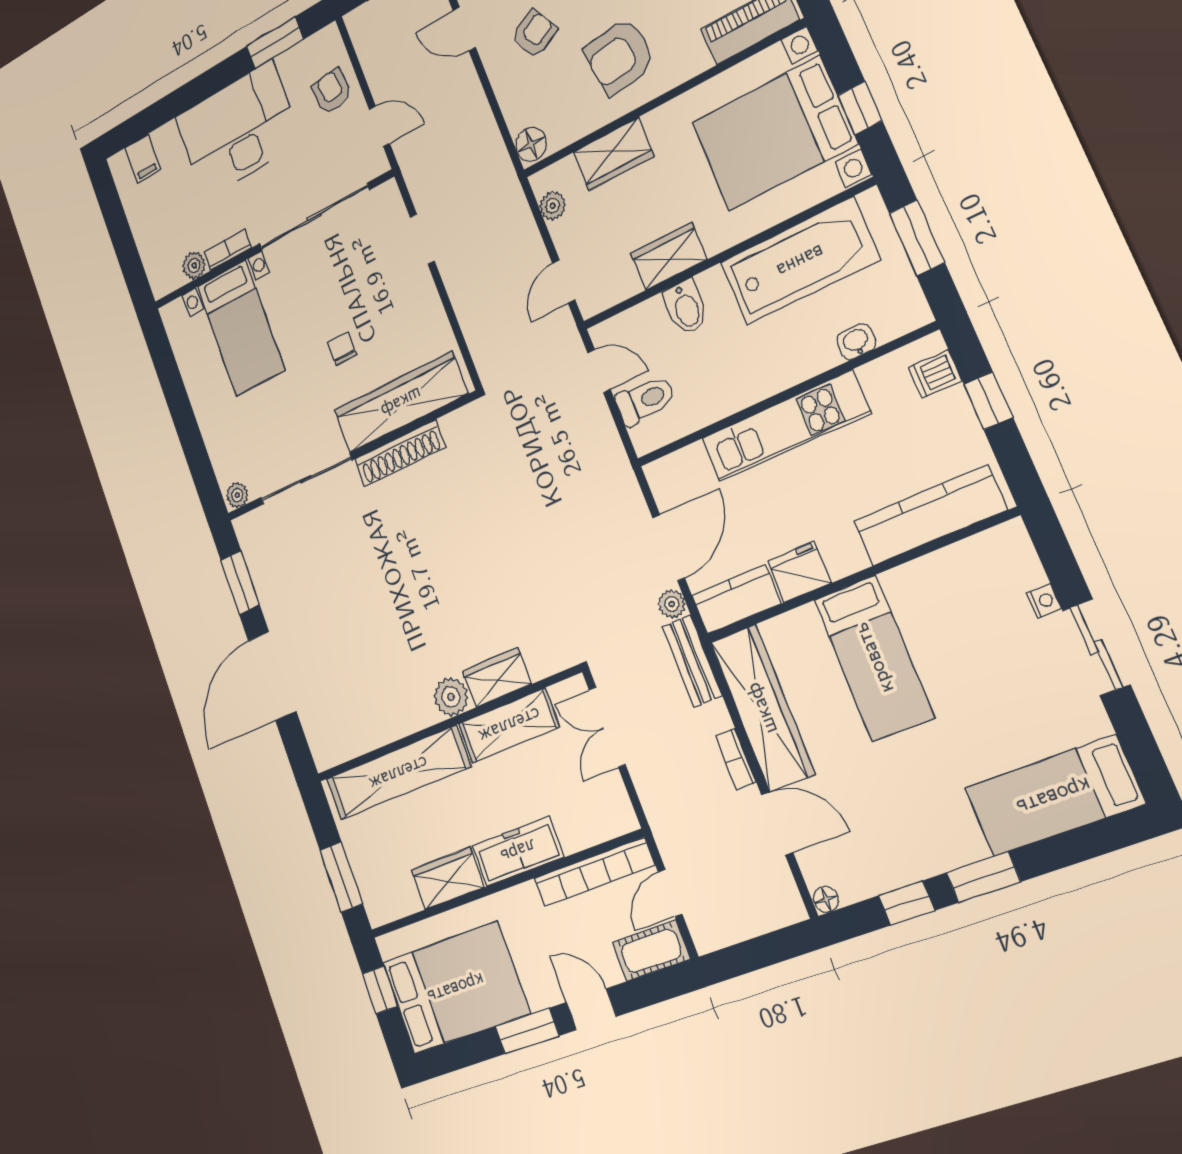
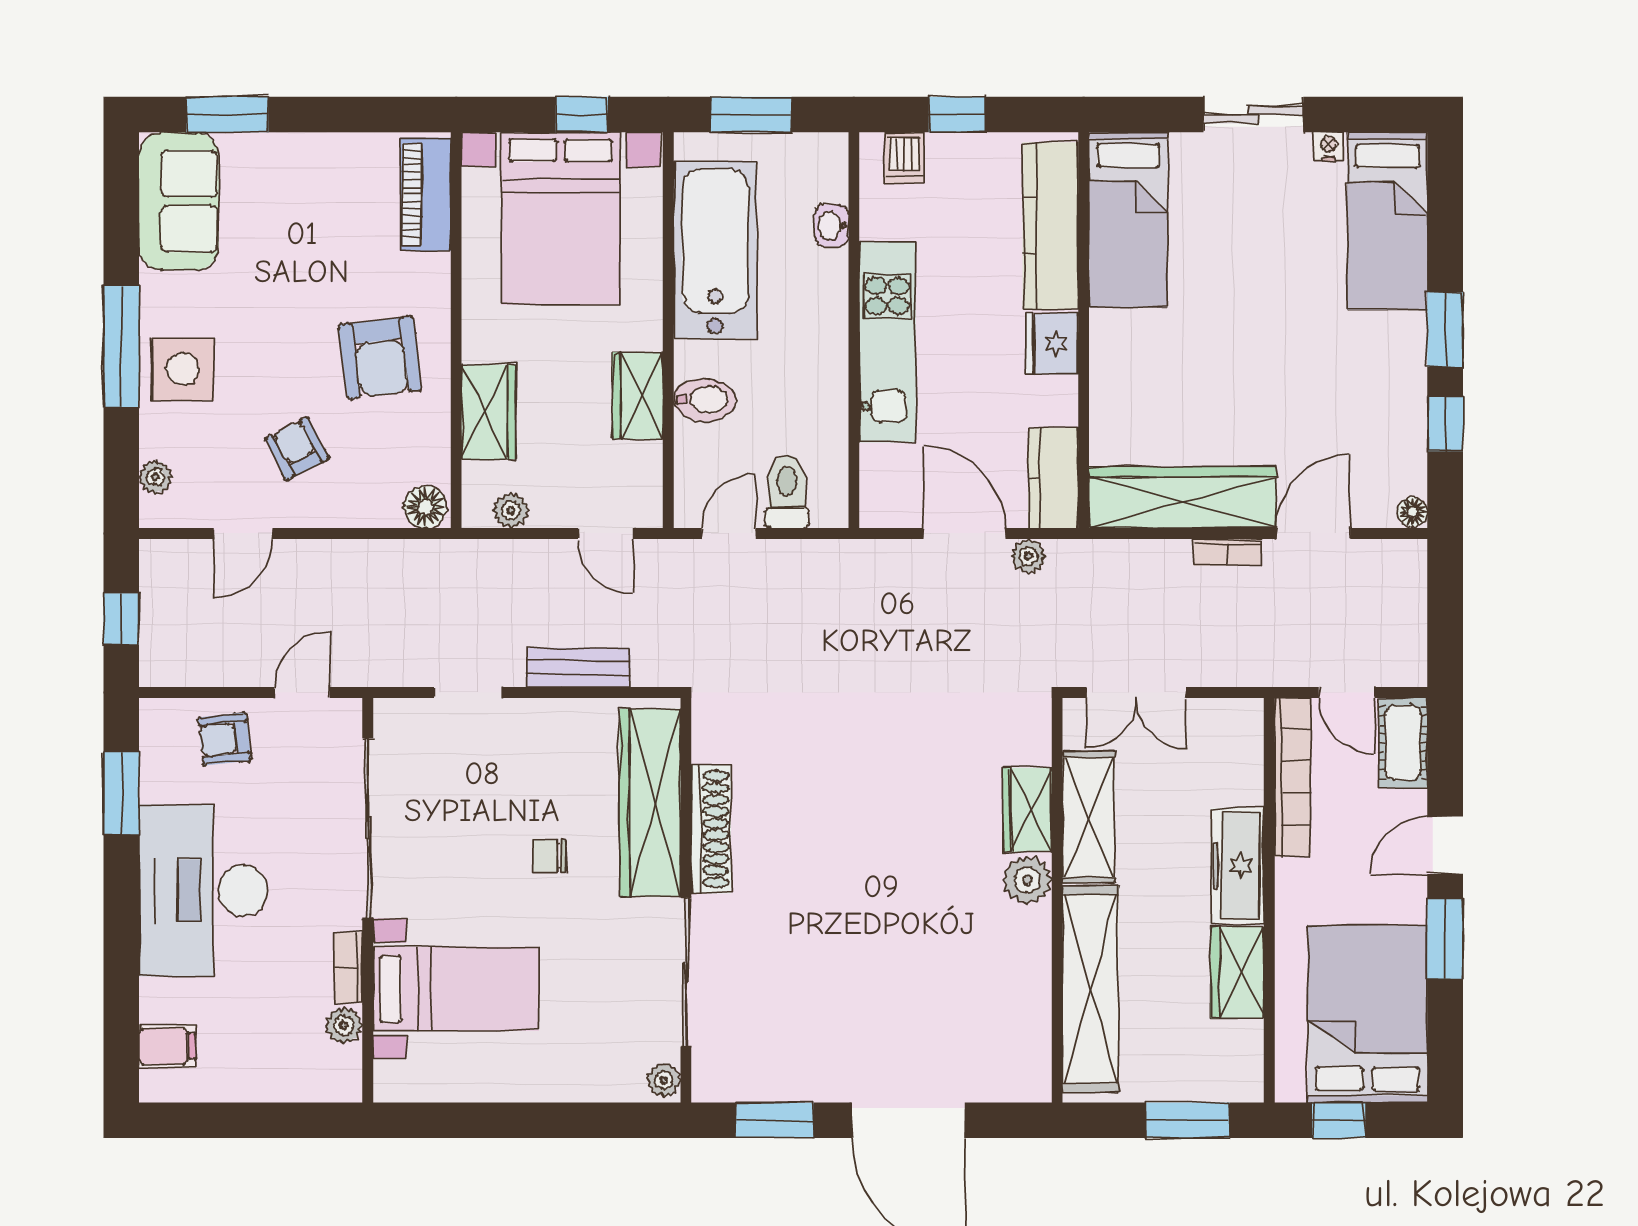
fridge: (799, 572) -> (1052, 344), moved
nightstand: (1044, 601) -> (1329, 147), moved
bed: (874, 658) -> (1128, 220), moved, turned 90
bench: (692, 661) -> (578, 668), moved

